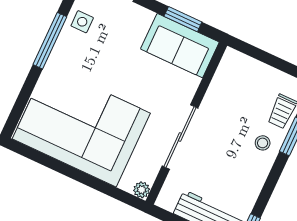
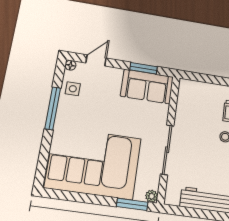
window: (114, 192) -> (132, 204), added

